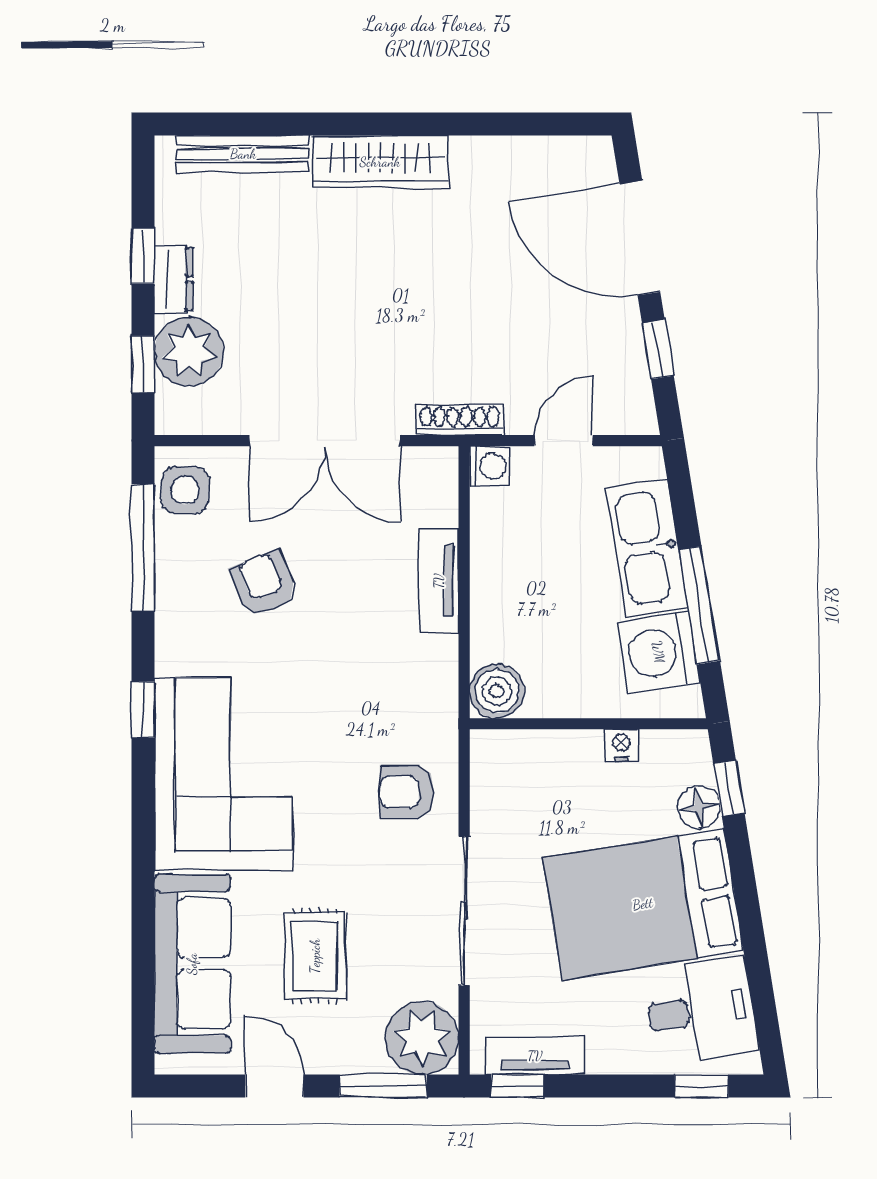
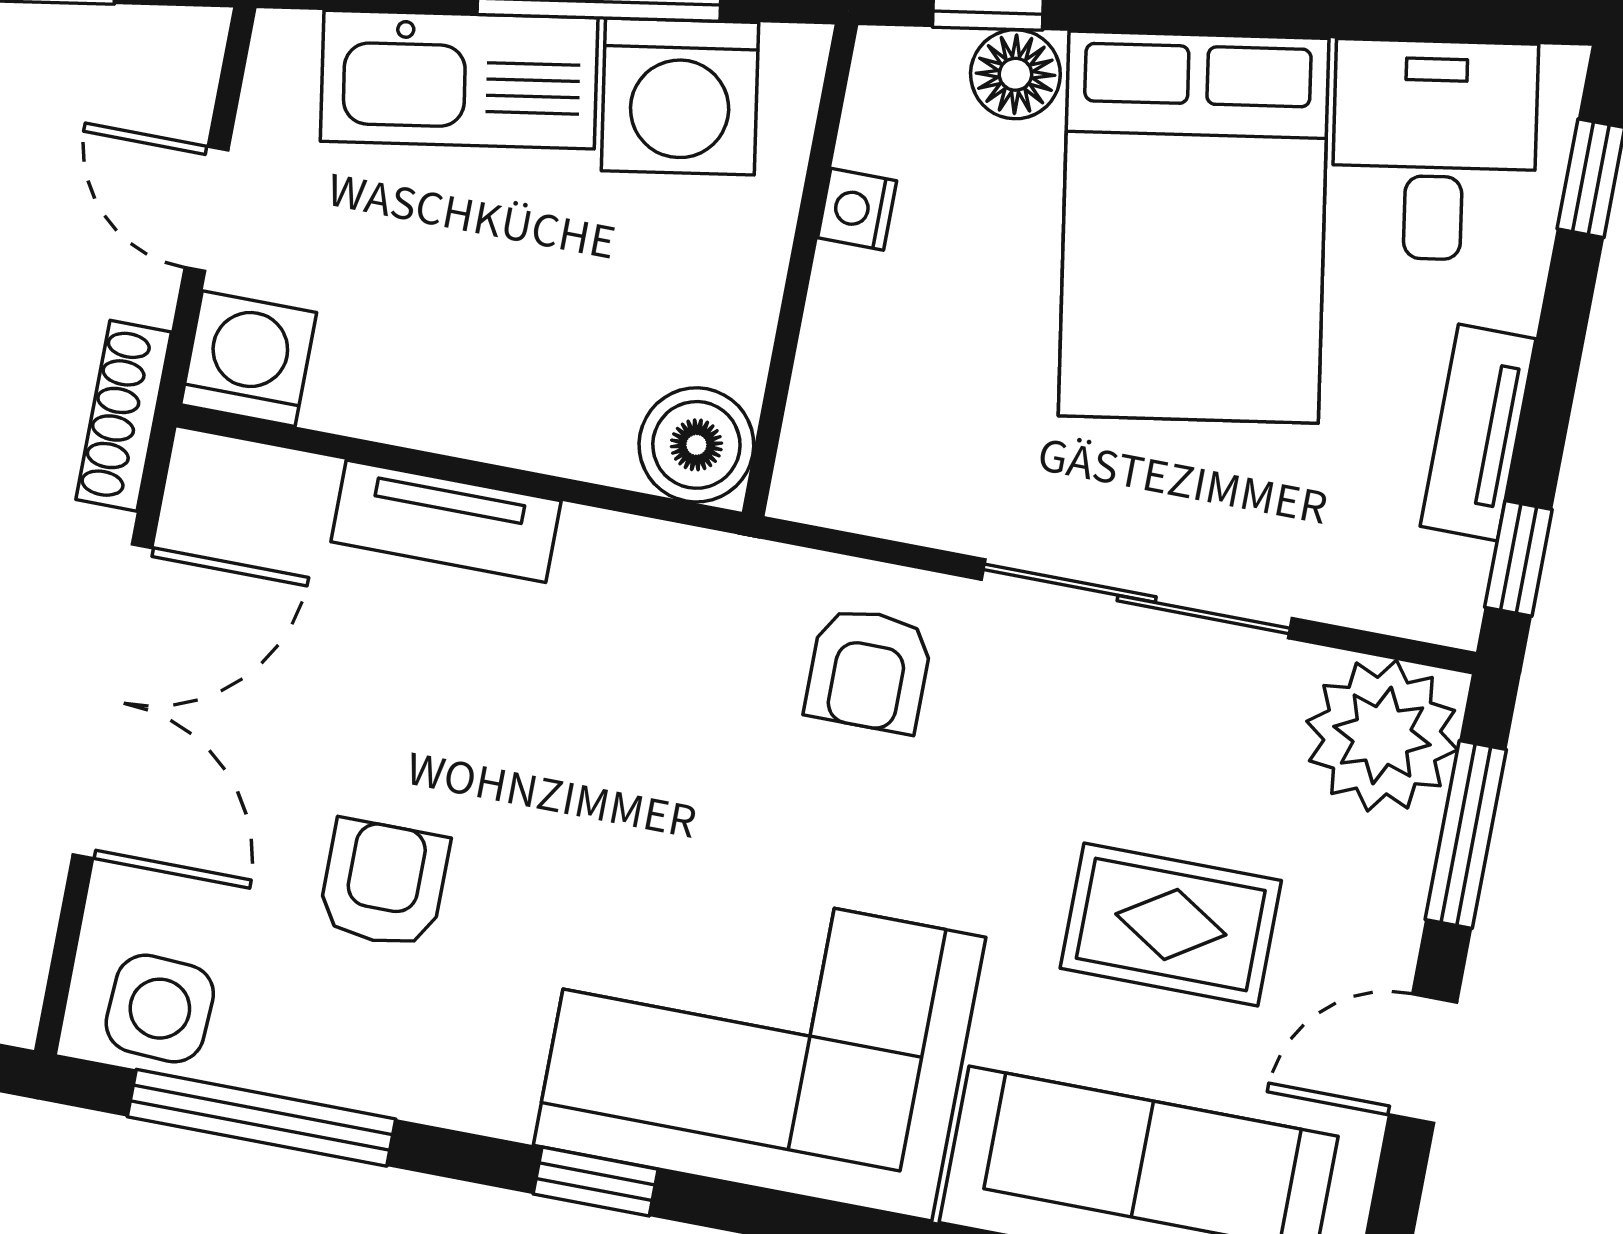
washing machine: (490, 466) -> (249, 359), width x1.38, depth x1.38
armchair: (263, 584) -> (384, 884), turned 112
tv unit: (535, 1056) -> (1478, 432), moved

